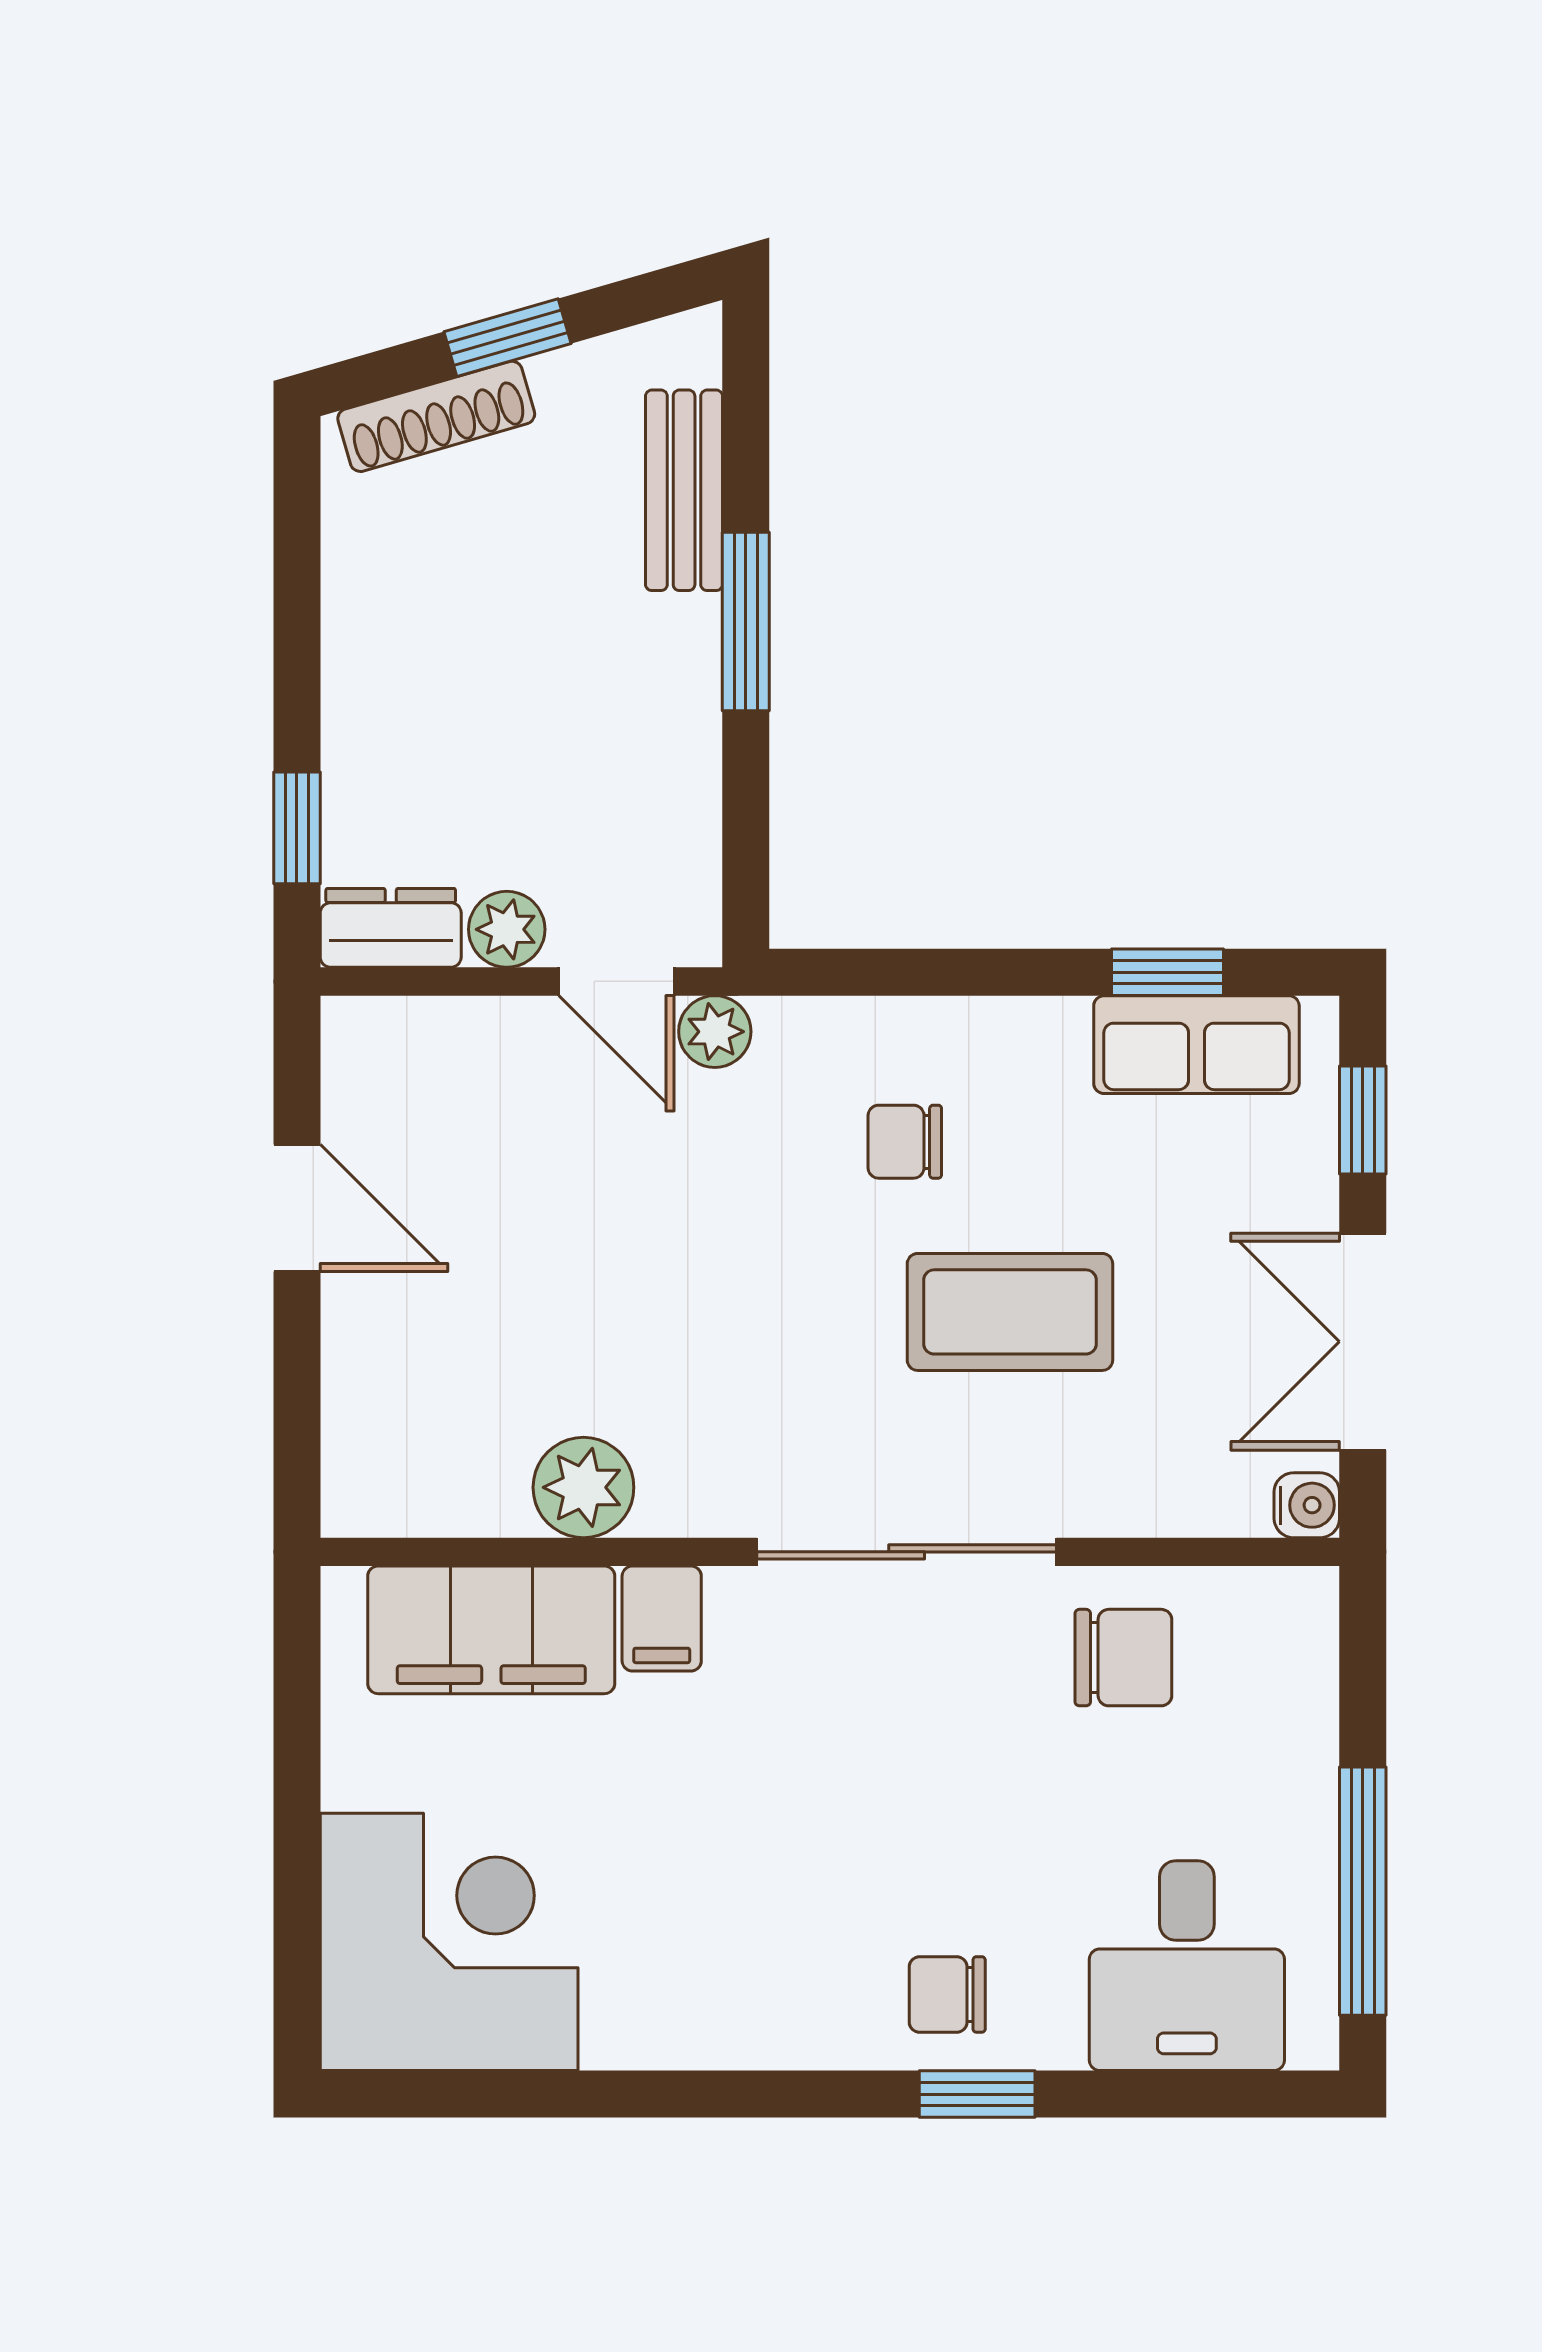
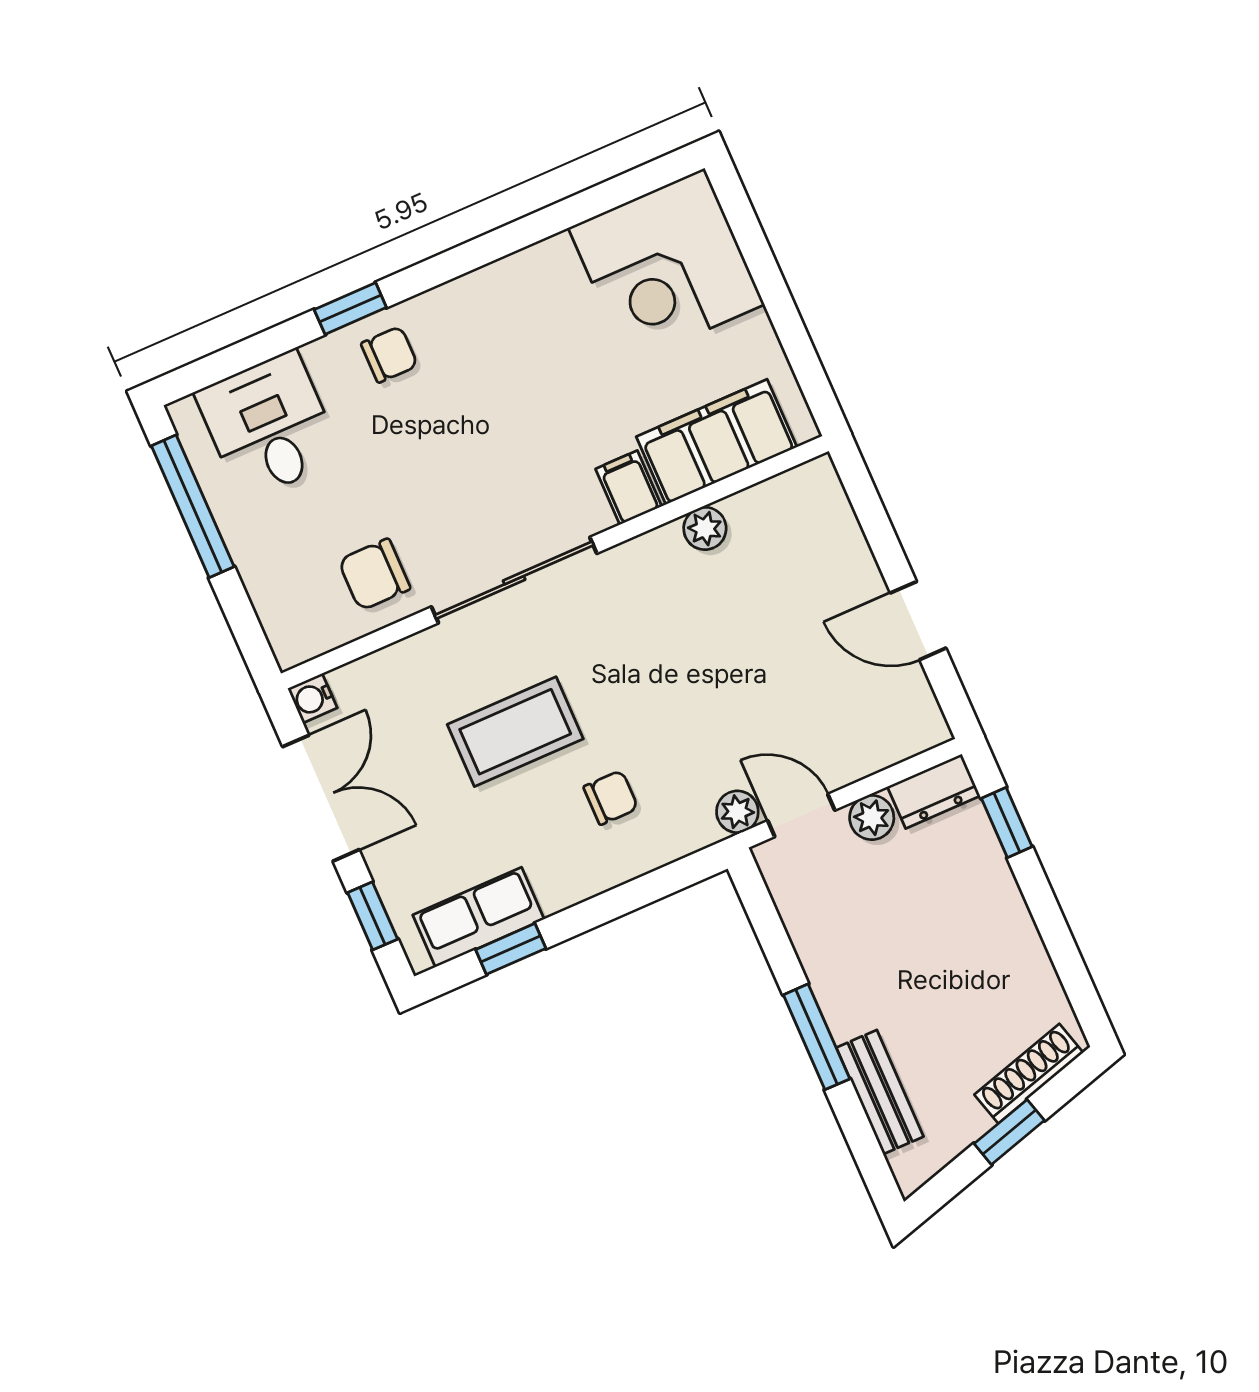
plant: (583, 1487) -> (705, 528), width x0.73, depth x0.73

